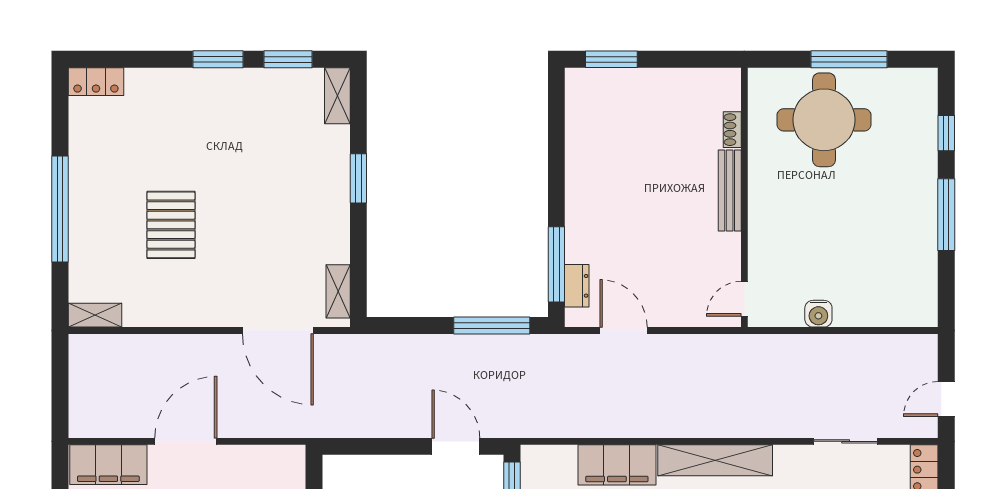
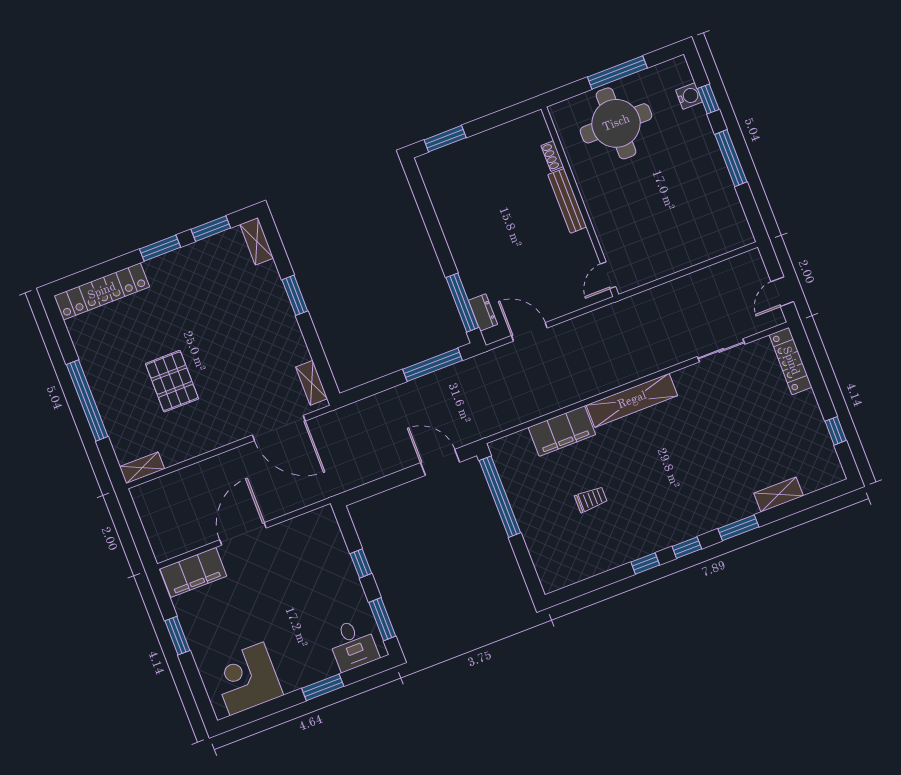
locker: (96, 82) -> (102, 291), width x2.16, depth x1.21
water cooler: (818, 314) -> (689, 96), moved, turned -90

